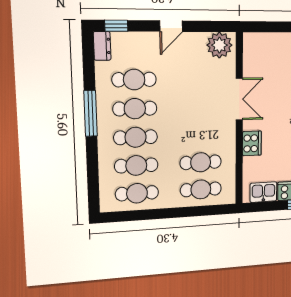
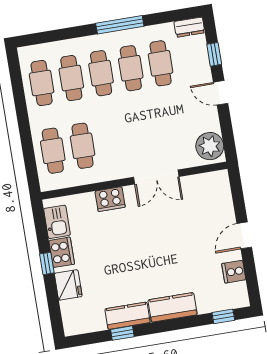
window: (116, 26) -> (214, 54), moved

